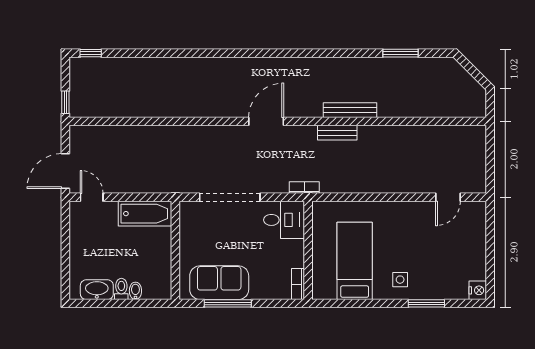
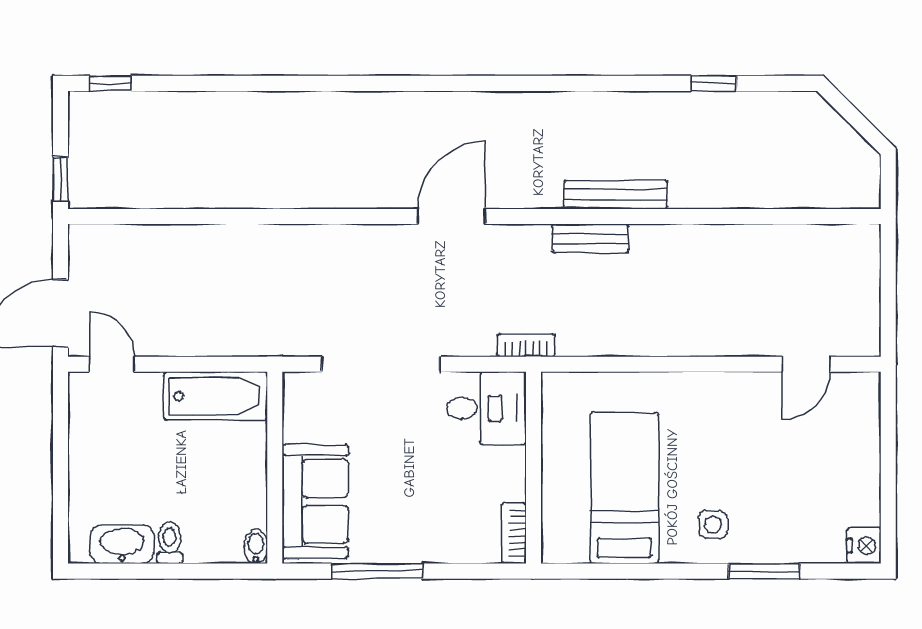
window: (401, 53) -> (714, 83), width x0.67
sofa: (219, 283) -> (315, 501), moved, turned 90
bidet: (135, 291) -> (256, 547), moved

